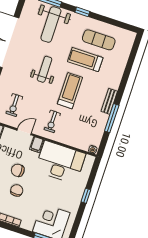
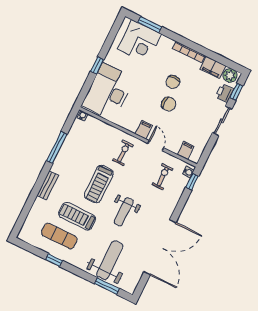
window: (82, 12) -> (54, 260), moved
treadmill: (85, 60) -> (77, 216), turned 180
bench: (109, 101) -> (48, 185), moved
door: (24, 132) -> (156, 146), swing flipped
desk: (60, 162) -> (108, 92), moved, turned 90

